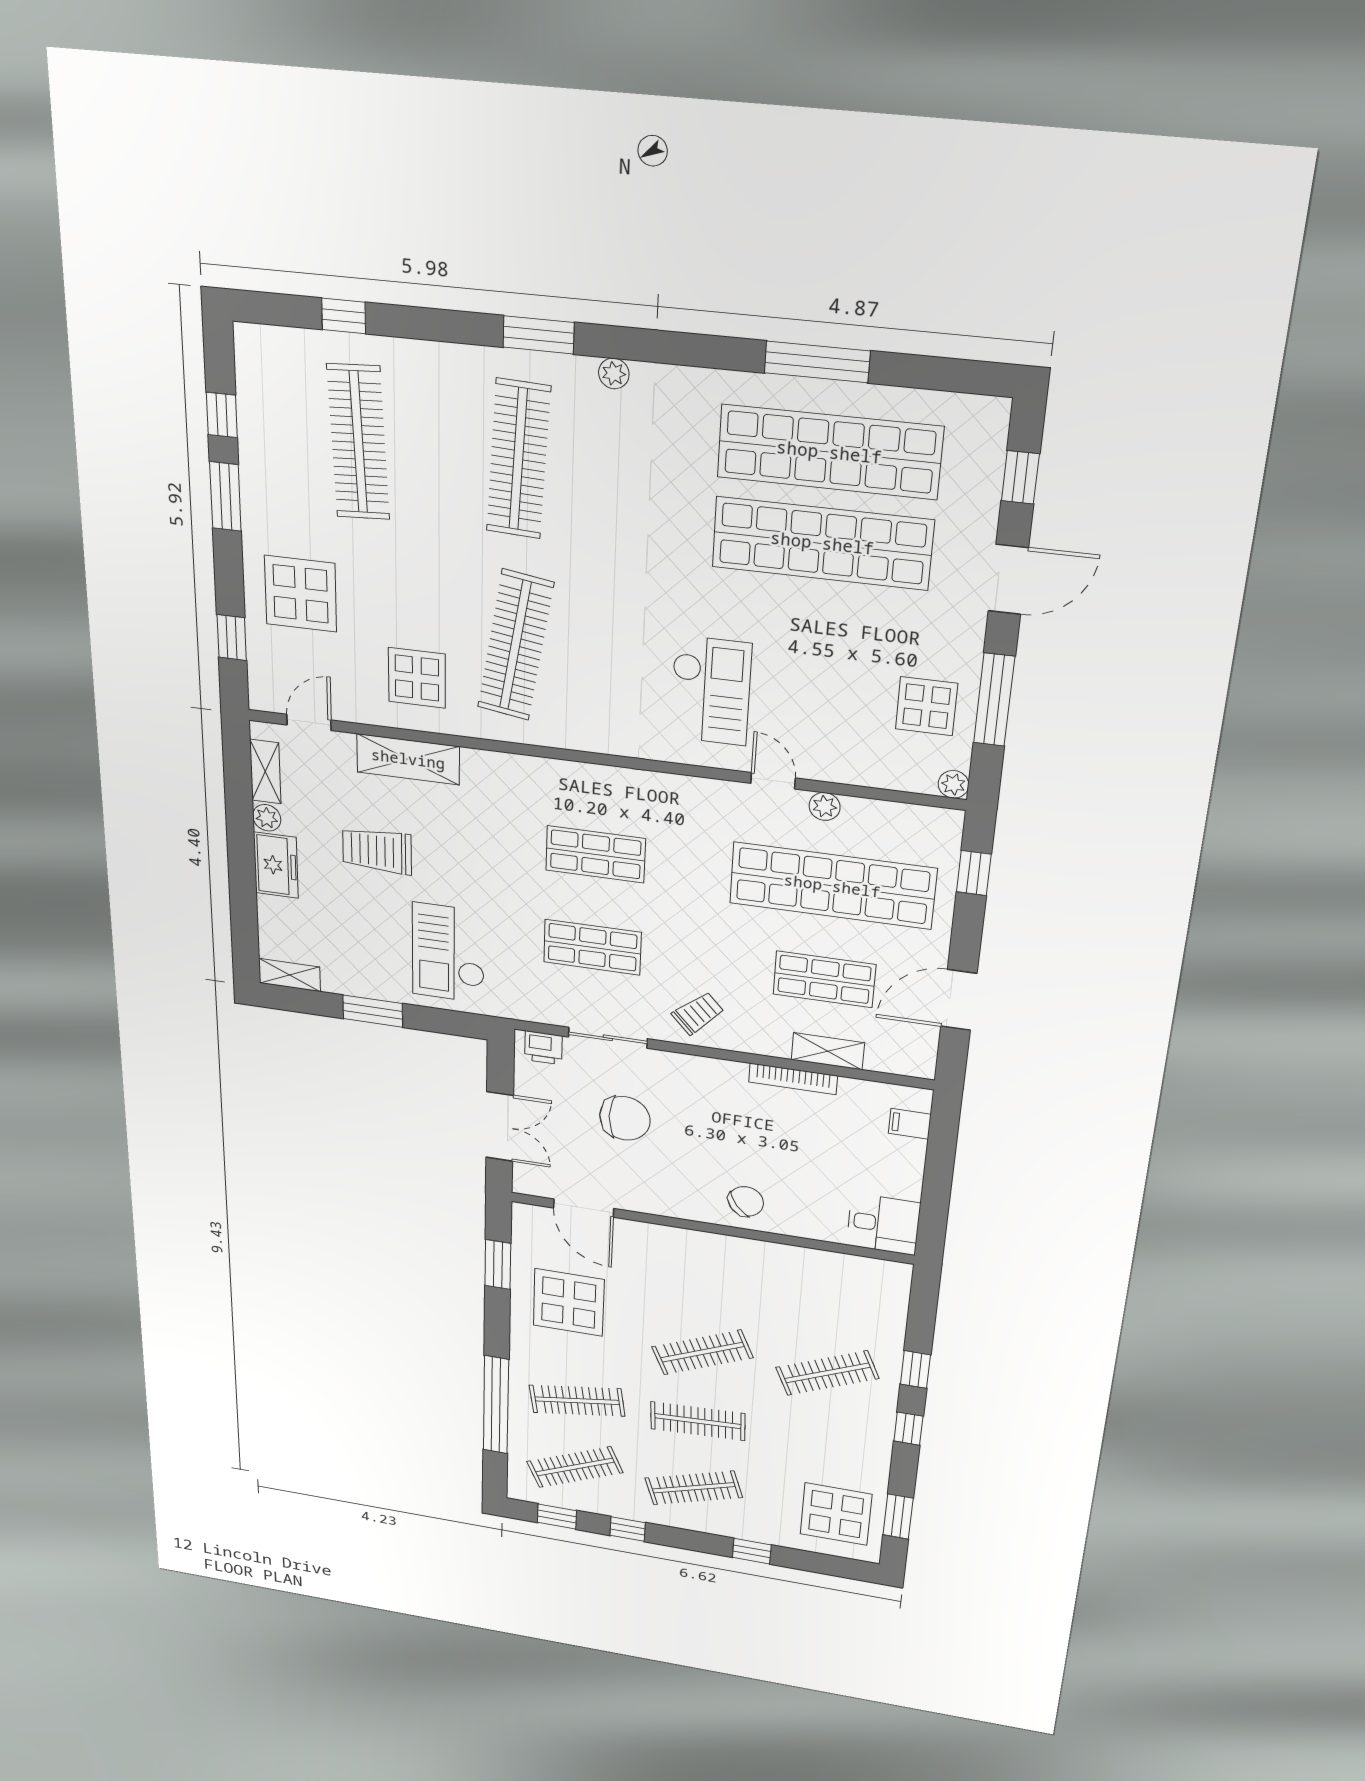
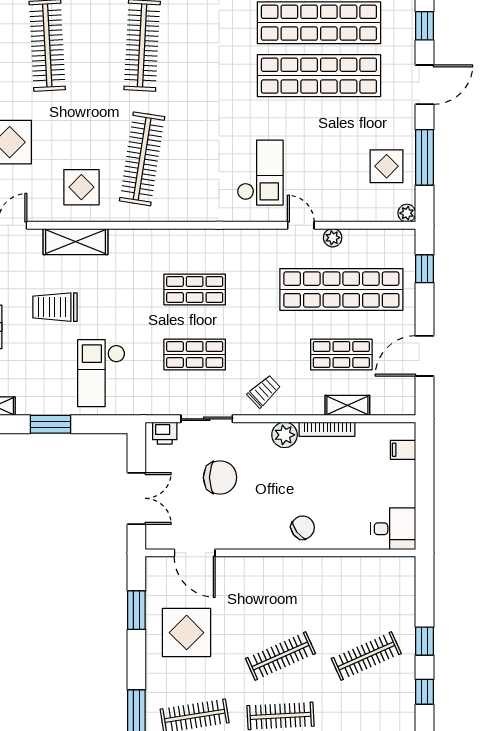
plant: (726, 1077) -> (285, 435), added

